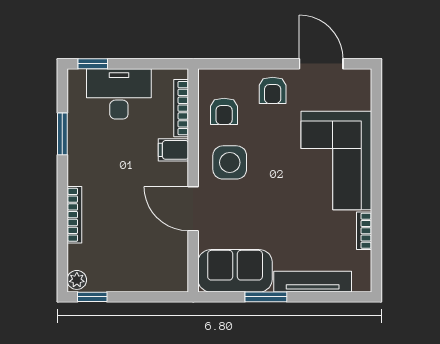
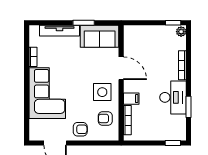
armchair: (273, 90) -> (80, 129), turned 90
desk: (119, 94) -> (173, 97), moved, turned -90
armchair: (224, 111) -> (105, 118), turned -90

